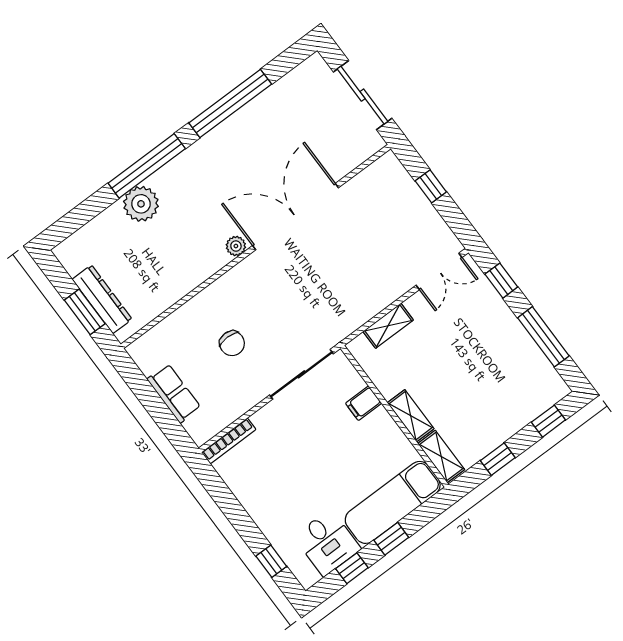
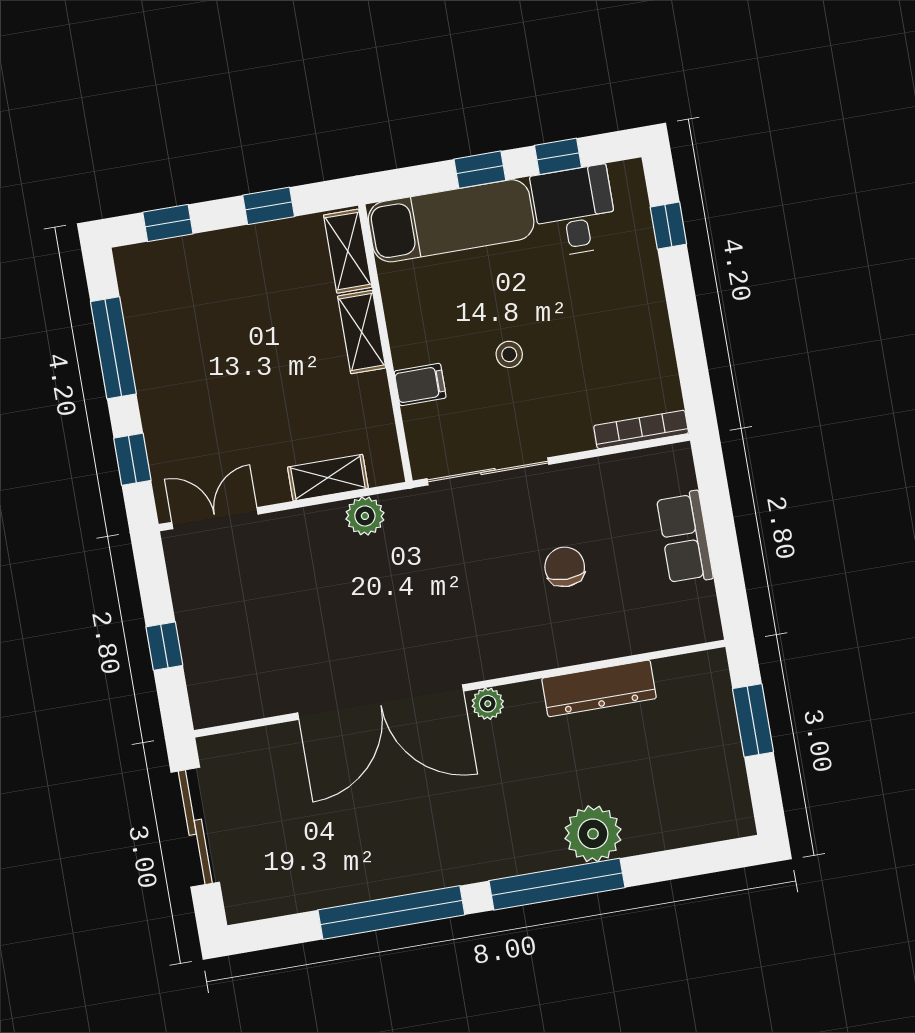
dresser: (102, 299) -> (599, 688), moved, turned -90
plant: (357, 315) -> (365, 516), added
stool: (323, 445) -> (509, 354), added

